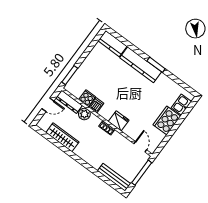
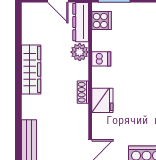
cooker: (87, 98) -> (101, 21), moved
wardrobe: (62, 137) -> (31, 69), moved

